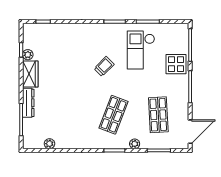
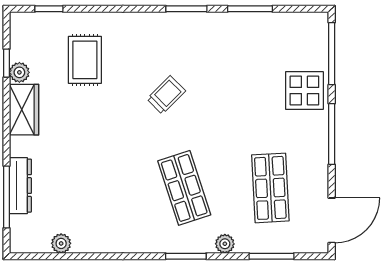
rug: (62, 48) -> (85, 60), added
checkout: (141, 50) -> (237, 63), removed
dresser: (28, 103) -> (20, 186), moved
shop shelf: (113, 115) -> (184, 188), turned -39

